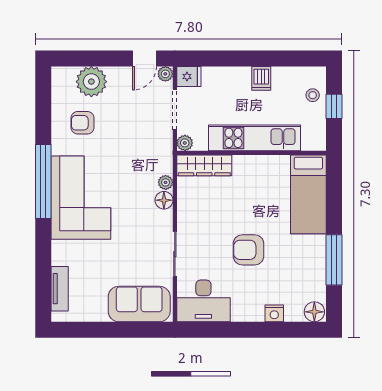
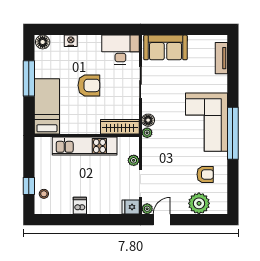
kitchen unit: (255, 138) -> (85, 146), moved
wall: (252, 153) -> (87, 136), moved
wardrobe: (204, 165) -> (120, 127), moved
bed: (308, 194) -> (47, 106), moved

